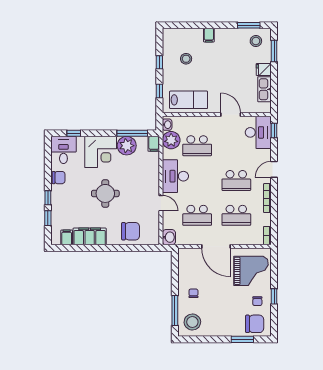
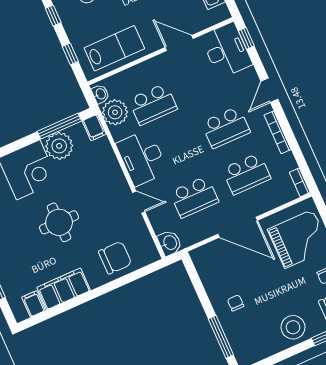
stool: (192, 322) -> (293, 327), moved

